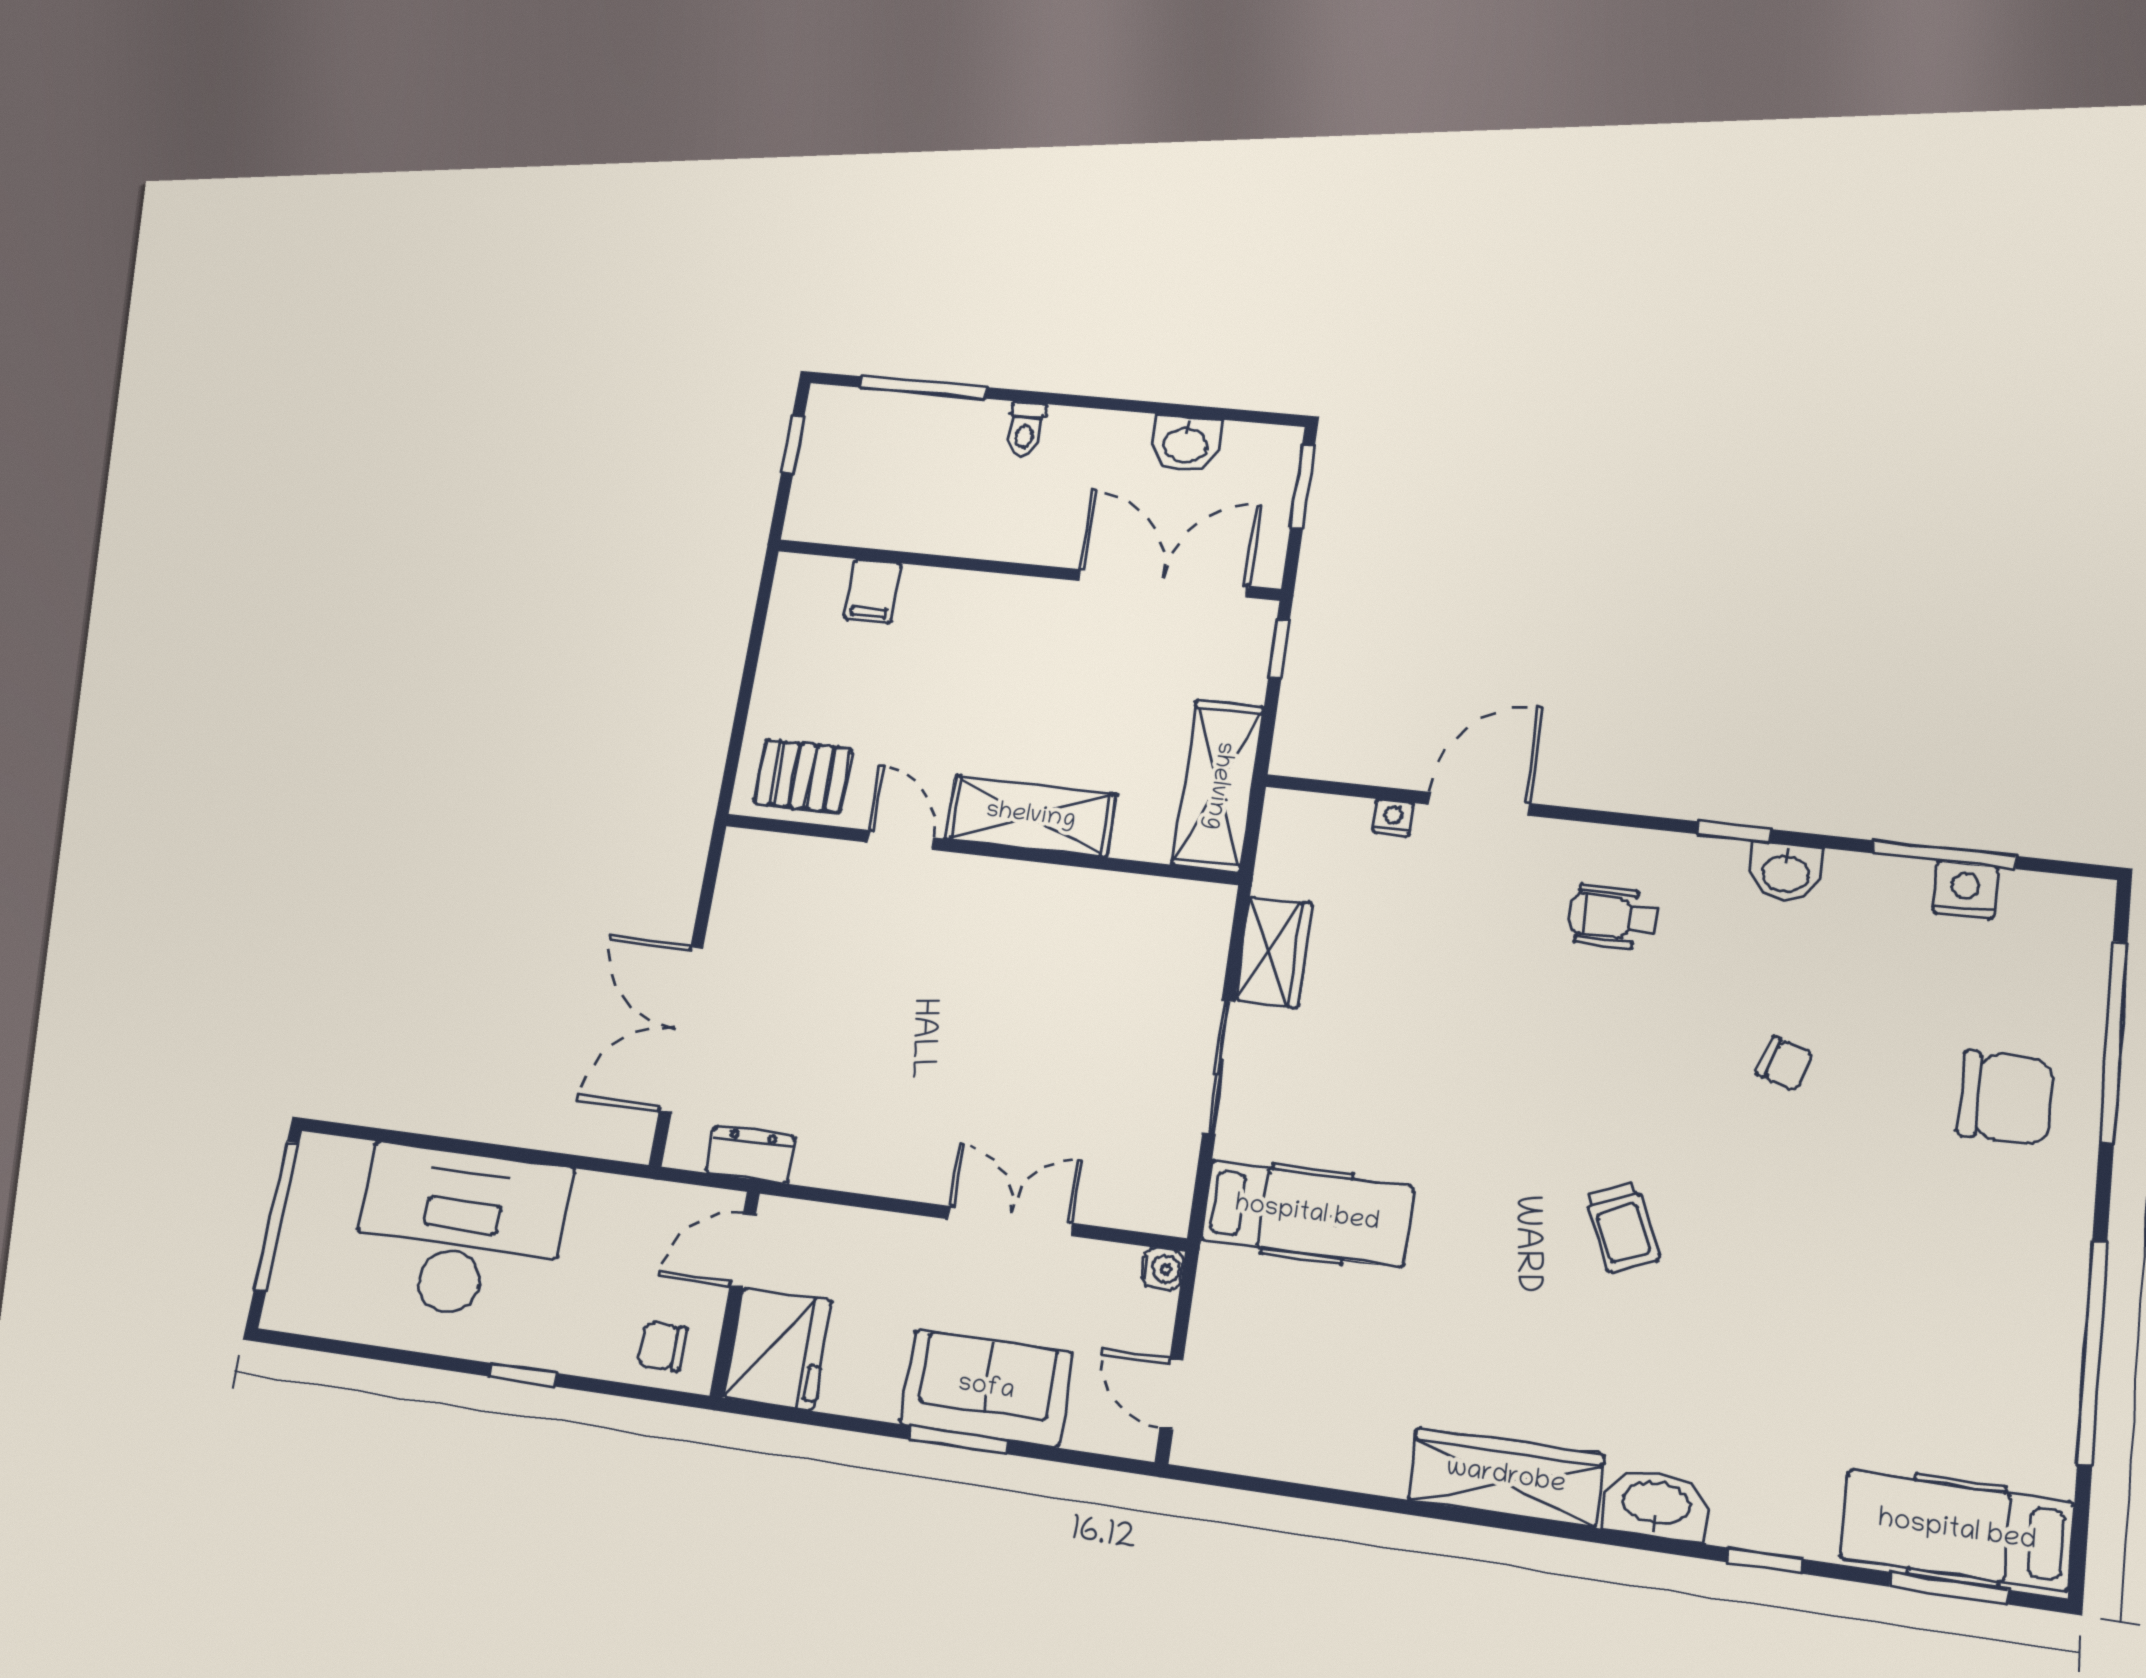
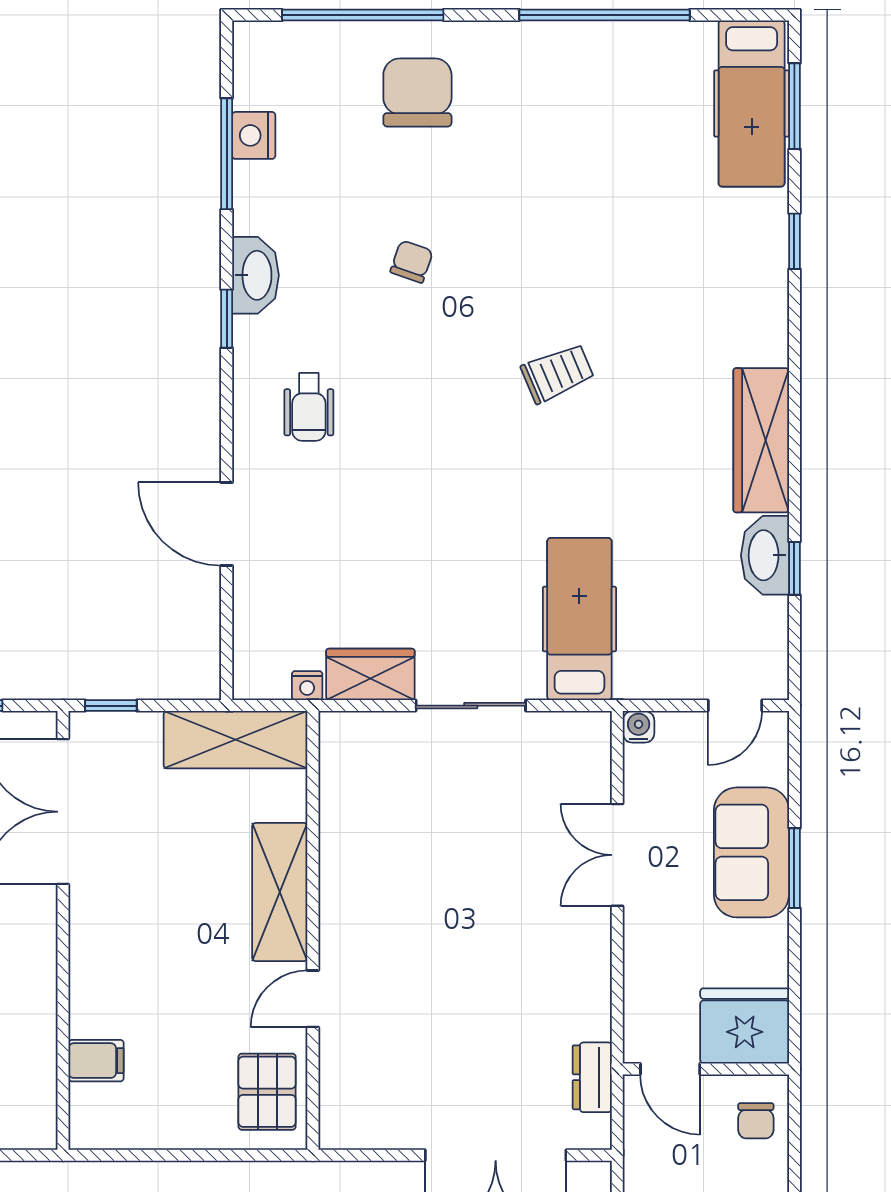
nightstand: (1393, 818) -> (307, 686), moved, turned -90
washbasin: (1786, 872) -> (256, 275), width x1.38
window: (1335, 1496) -> (794, 568), added
washbasin: (1656, 1505) -> (765, 555), moved

